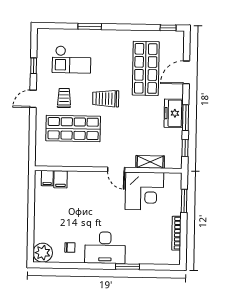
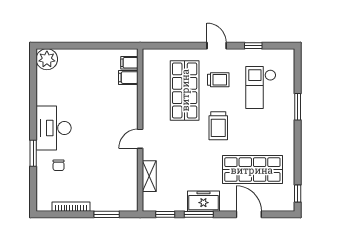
trolley: (106, 99) -> (218, 126), turned 180
corner desk: (144, 191) -> (117, 170), removed
chair: (70, 248) -> (59, 165), moved

